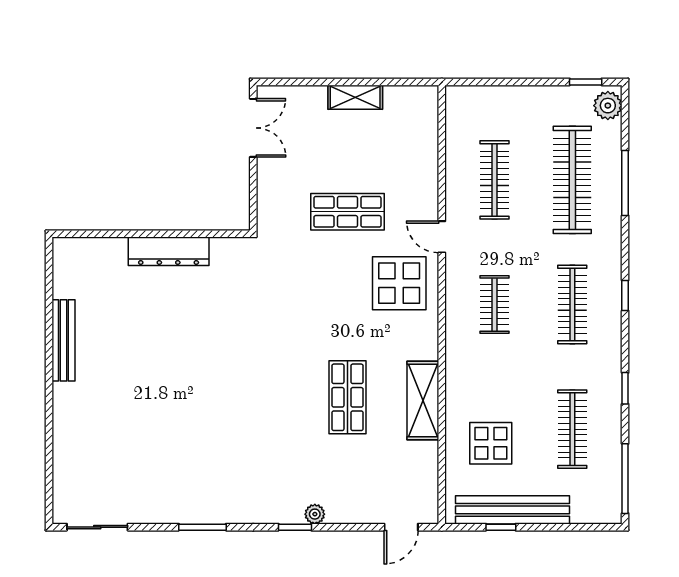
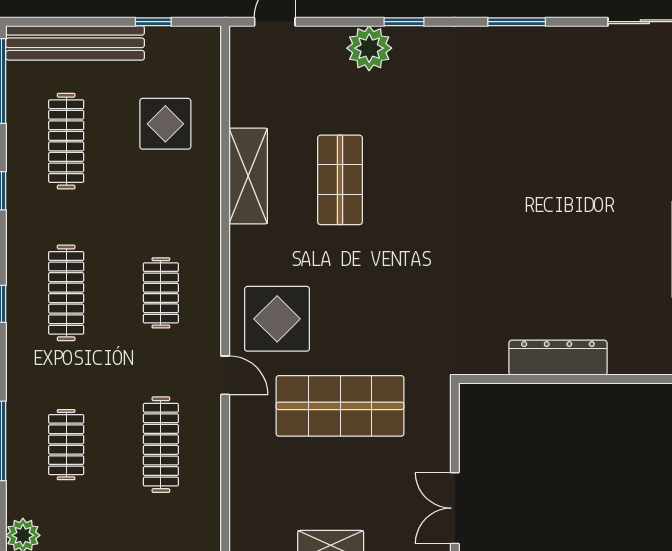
clothes rail: (572, 180) -> (66, 445), width x0.54, depth x0.76
shop shelf: (347, 212) -> (340, 406), width x1.43, depth x1.36
bench: (512, 510) -> (75, 43), moved
plant: (315, 514) -> (369, 48), width x1.88, depth x1.88

